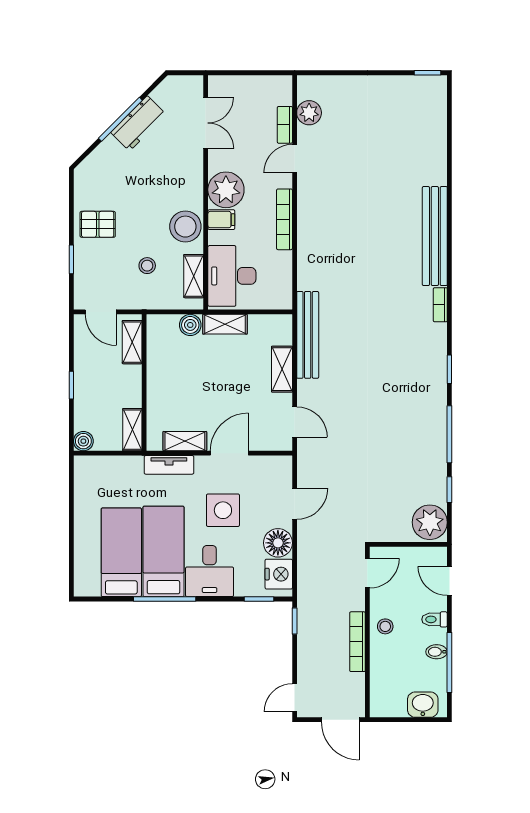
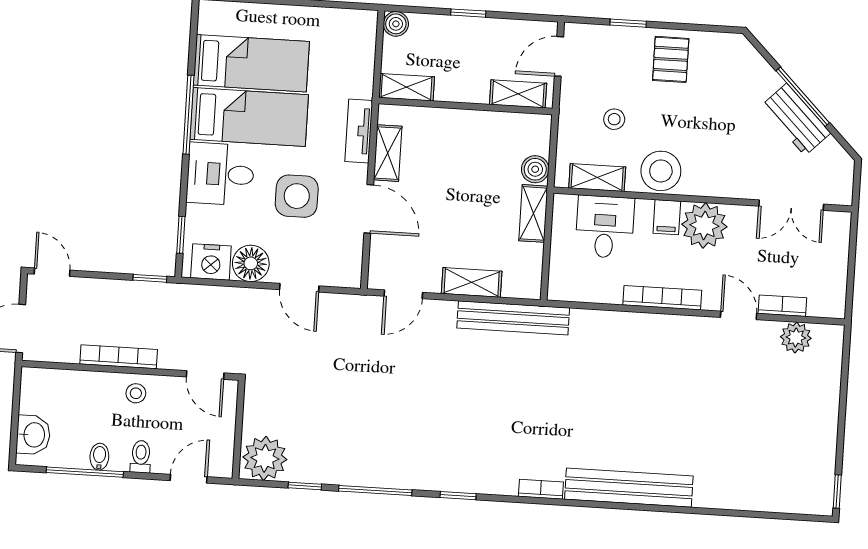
desk: (232, 276) -> (605, 227), width x0.73

